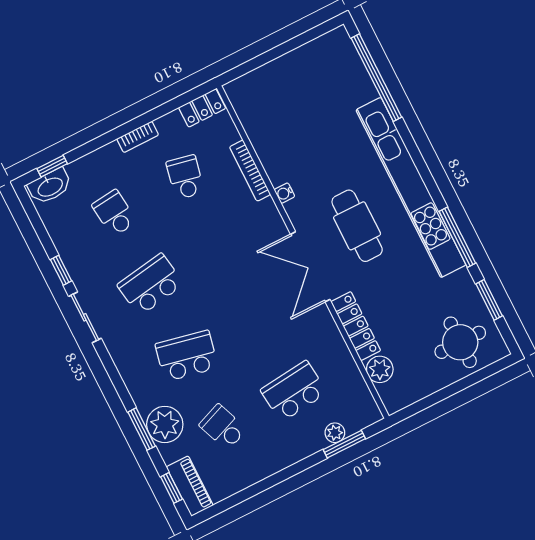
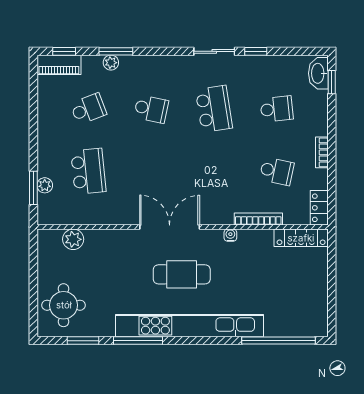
locker: (356, 326) -> (301, 238), moved
school desk: (187, 356) -> (151, 109), width x0.54
plant: (165, 424) -> (111, 63), width x0.53, depth x0.53

